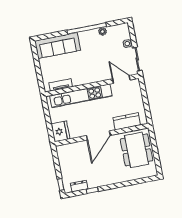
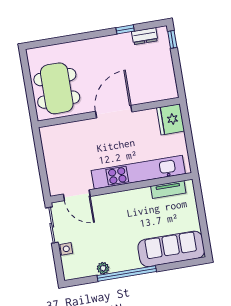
kitchen counter: (127, 121) -> (70, 132), removed

